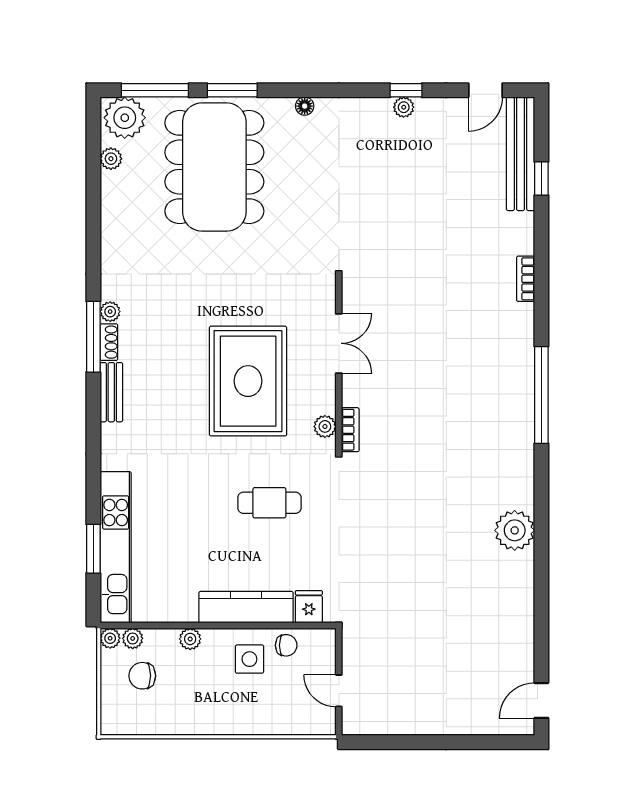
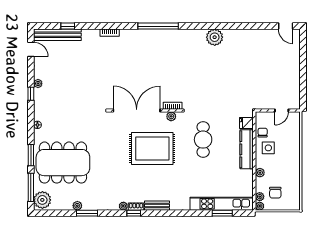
window: (406, 90) -> (31, 94), moved
plant: (111, 159) -> (77, 206), moved
window: (93, 225) -> (87, 213), added
window: (93, 337) -> (134, 213), width x0.46
double door: (339, 343) -> (137, 111), width x1.87
cafe table: (269, 503) -> (203, 140), width x1.37, depth x1.35

